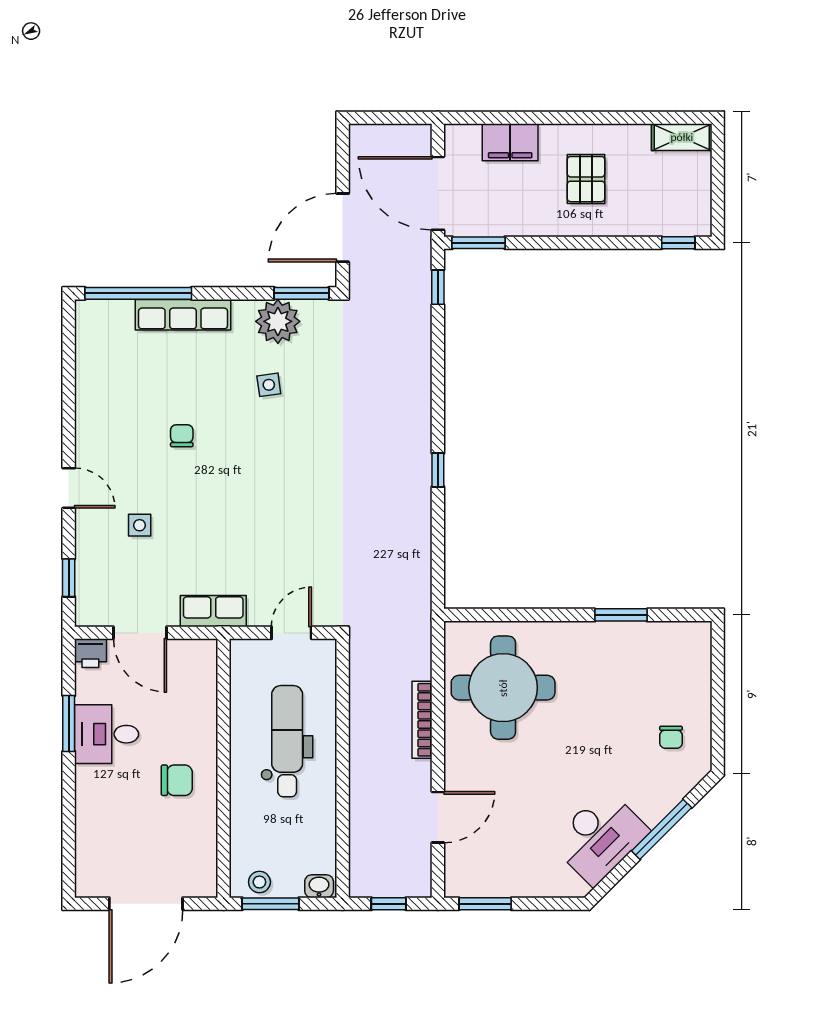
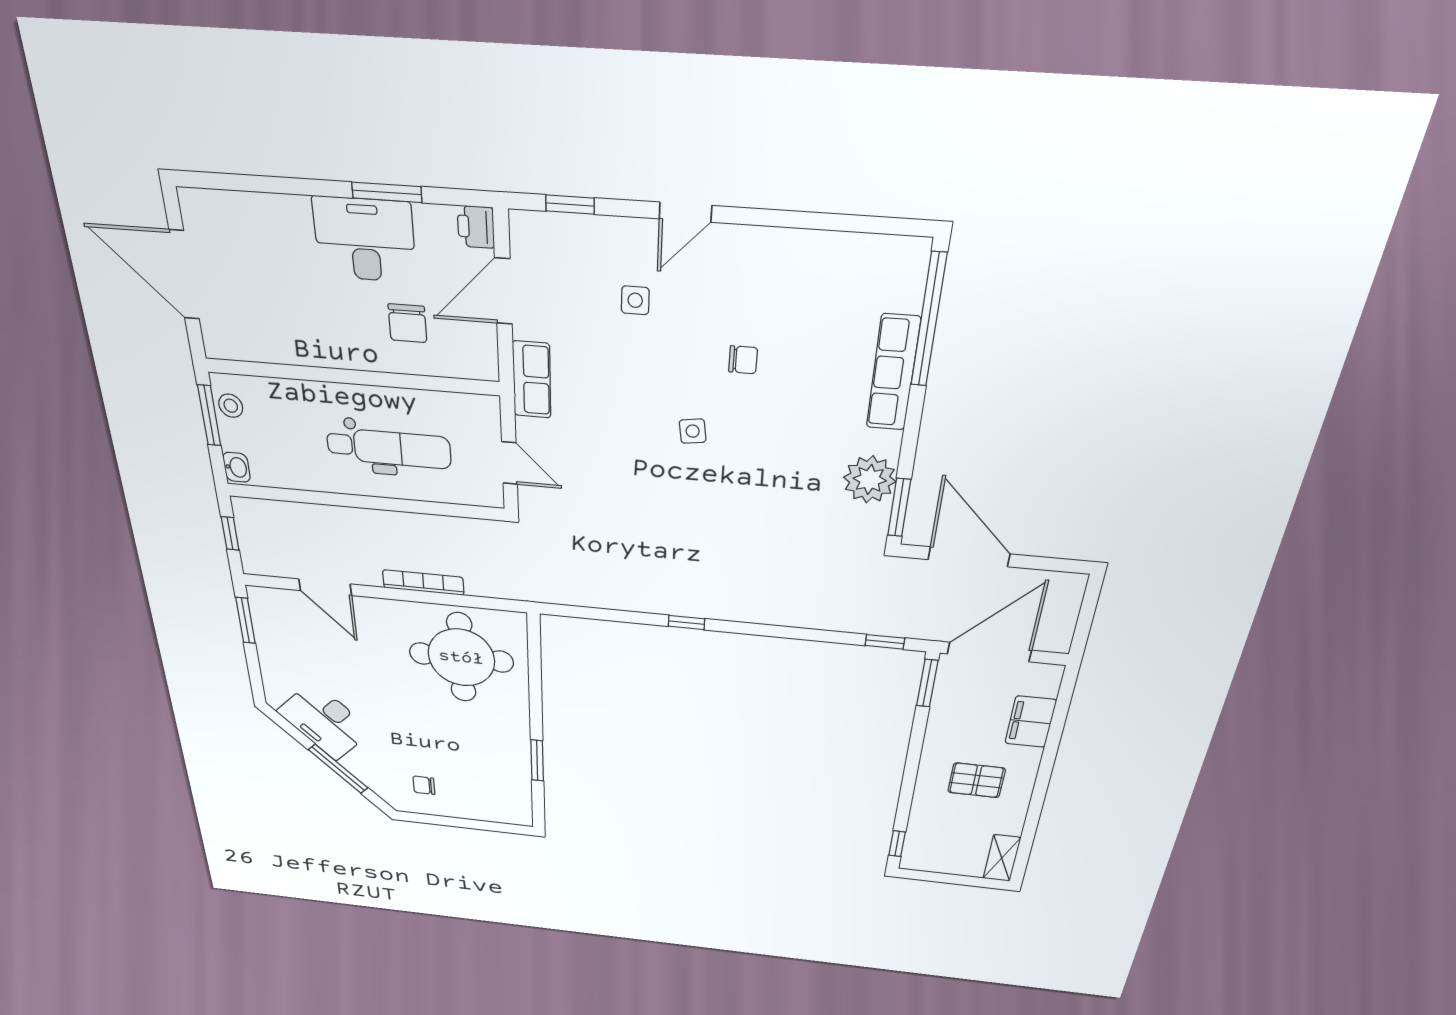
side table: (269, 385) -> (693, 431), moved
desk: (107, 734) -> (365, 240), width x1.37
chair: (177, 780) -> (407, 323), moved

